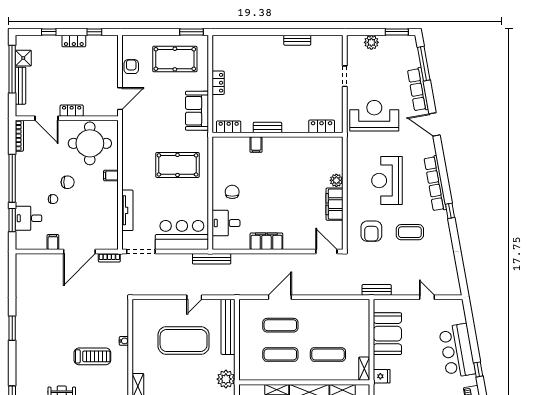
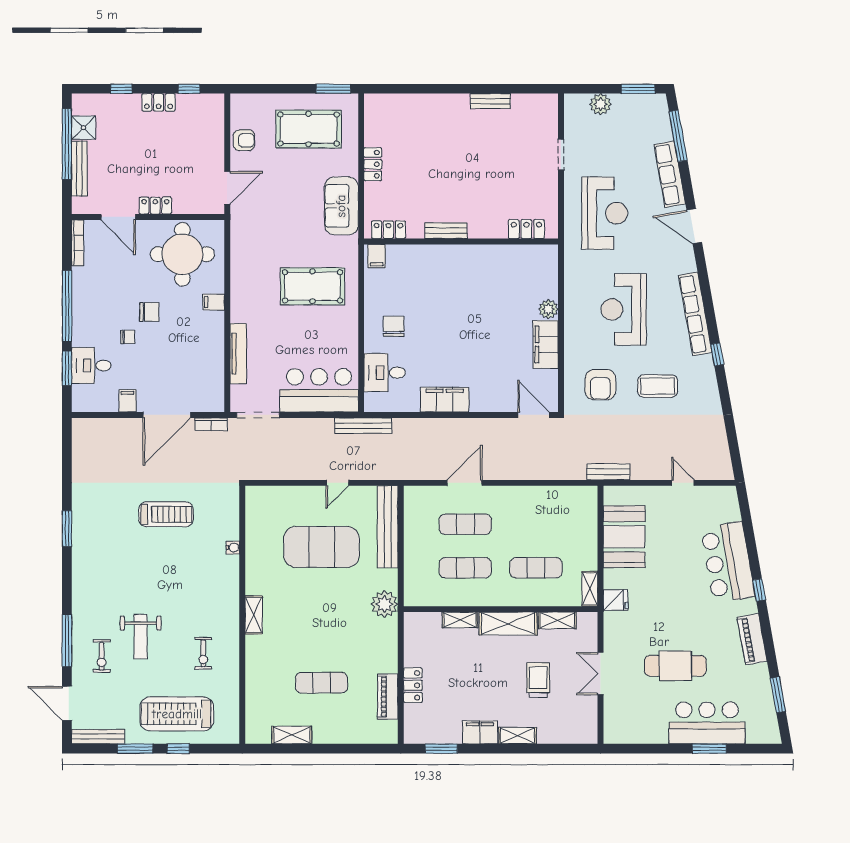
armchair: (131, 67) -> (244, 140), turned 90
reception desk: (374, 116) -> (605, 213), turned 90
filing cabinet: (256, 145) -> (377, 256), moved
treadmill: (92, 356) -> (166, 514), moved

